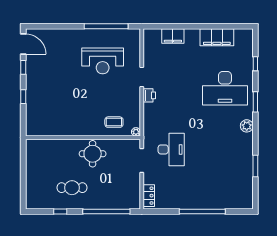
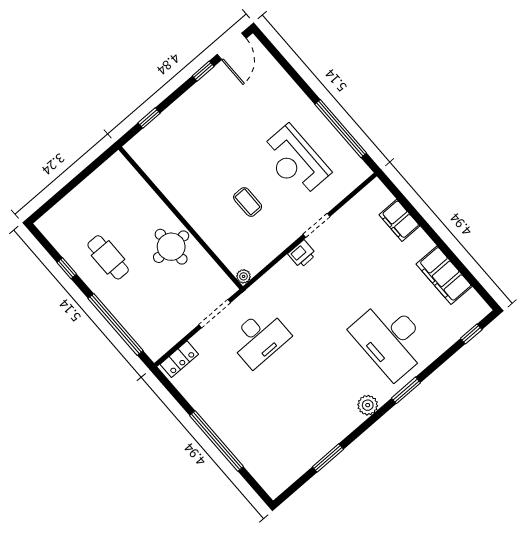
window: (255, 64) -> (471, 334), moved
window: (23, 97) -> (149, 118), moved
coffee table: (114, 122) -> (248, 202), moved

